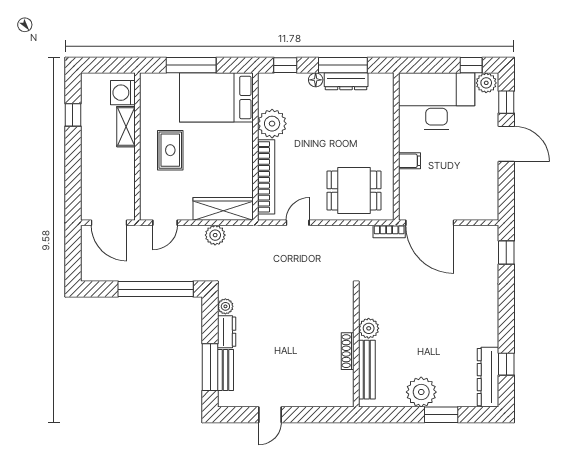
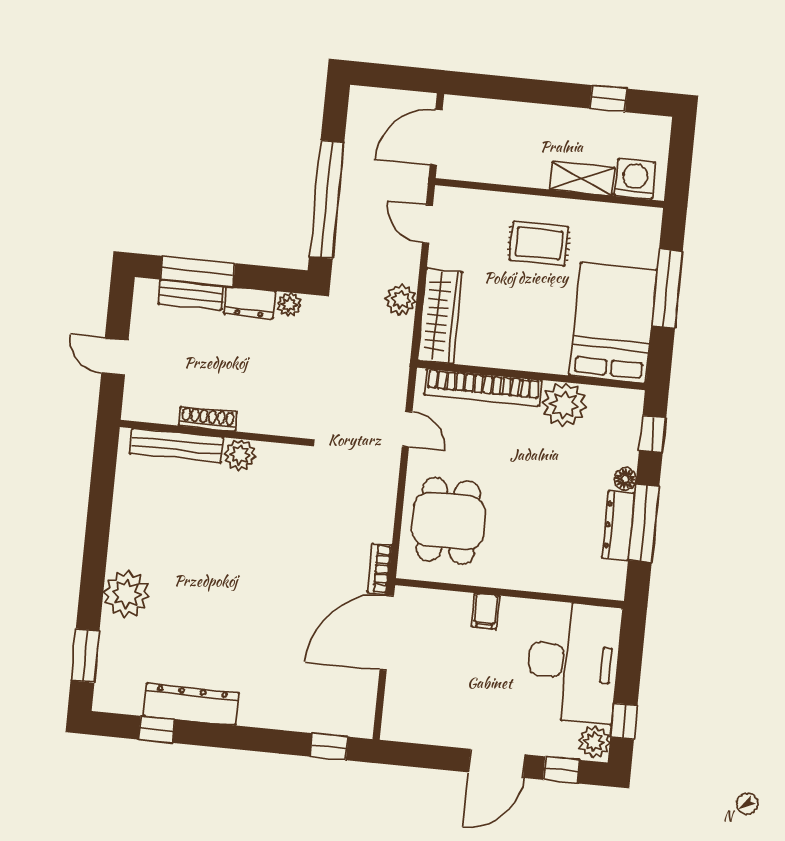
plant: (369, 328) -> (240, 455), moved
wall: (356, 347) -> (214, 433), moved
shoe rack: (348, 351) -> (208, 419), moved
bench: (367, 370) -> (176, 446), moved
dresser: (488, 377) -> (191, 704), moved
window: (441, 415) -> (85, 656), moved

